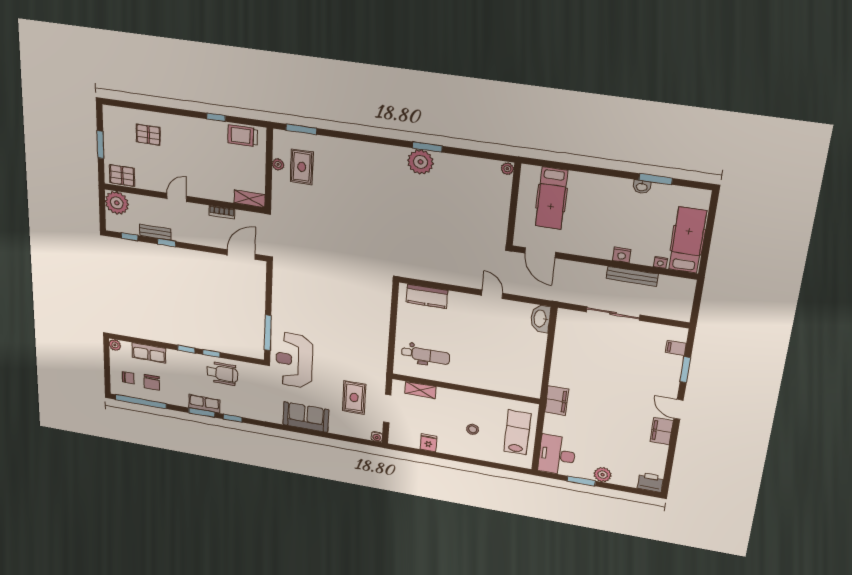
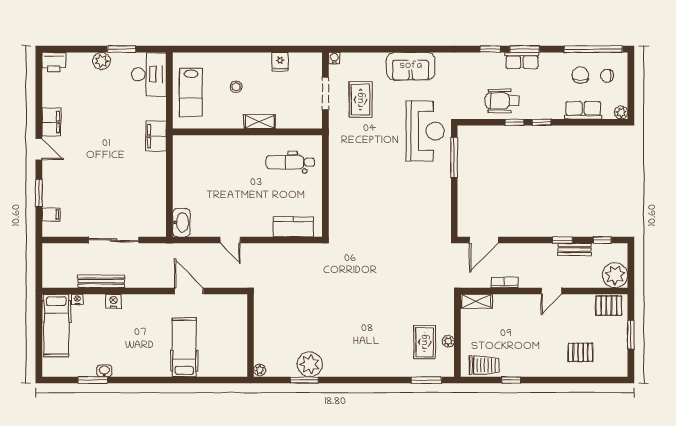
plant: (507, 169) -> (260, 370), moved
wall: (514, 204) -> (251, 336), moved
shelving: (420, 390) -> (260, 122), moved

